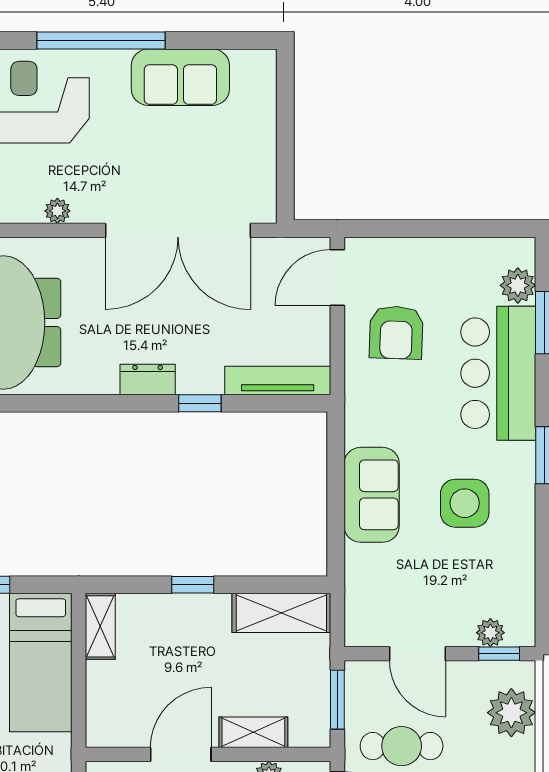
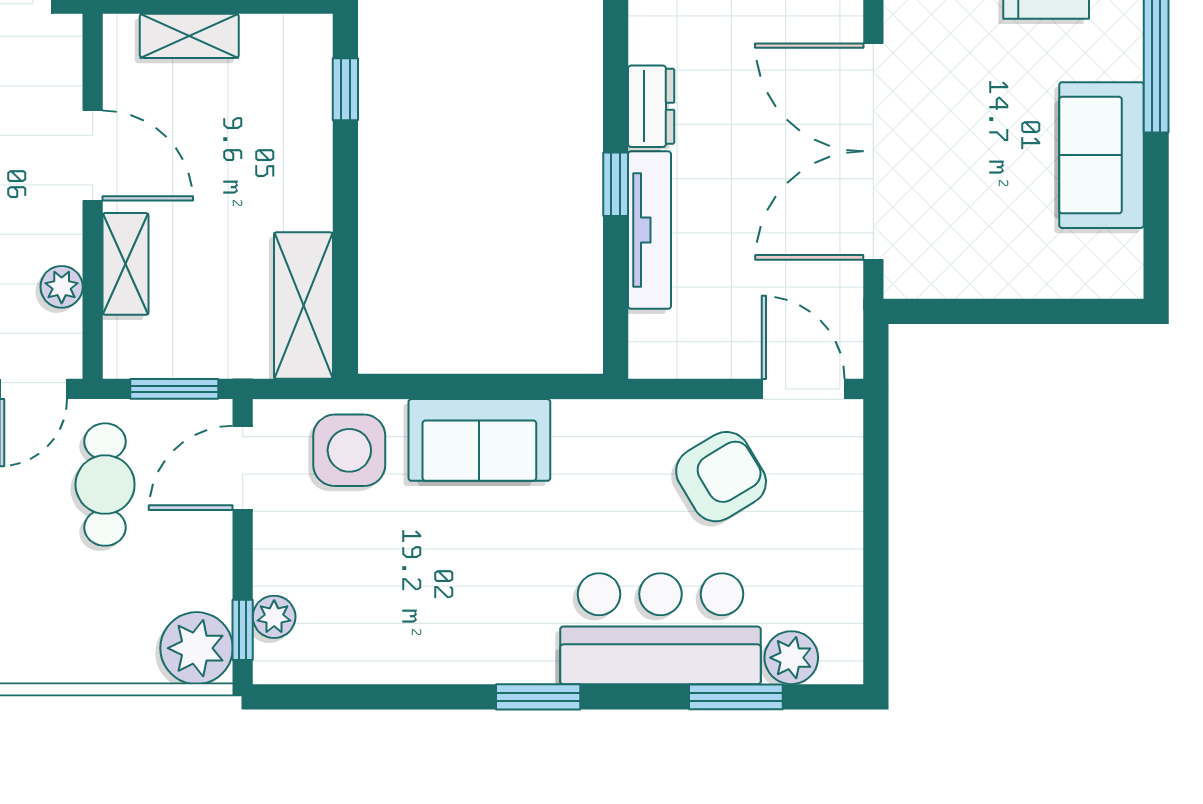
armchair: (396, 333) -> (721, 477), turned 147
tv unit: (278, 381) -> (650, 230), moved
side table: (465, 503) -> (349, 450), moved
window: (193, 585) -> (345, 89), moved
shelving: (100, 626) -> (189, 36), moved
door: (417, 654) -> (243, 468), moved
plant: (511, 713) -> (197, 648), moved

